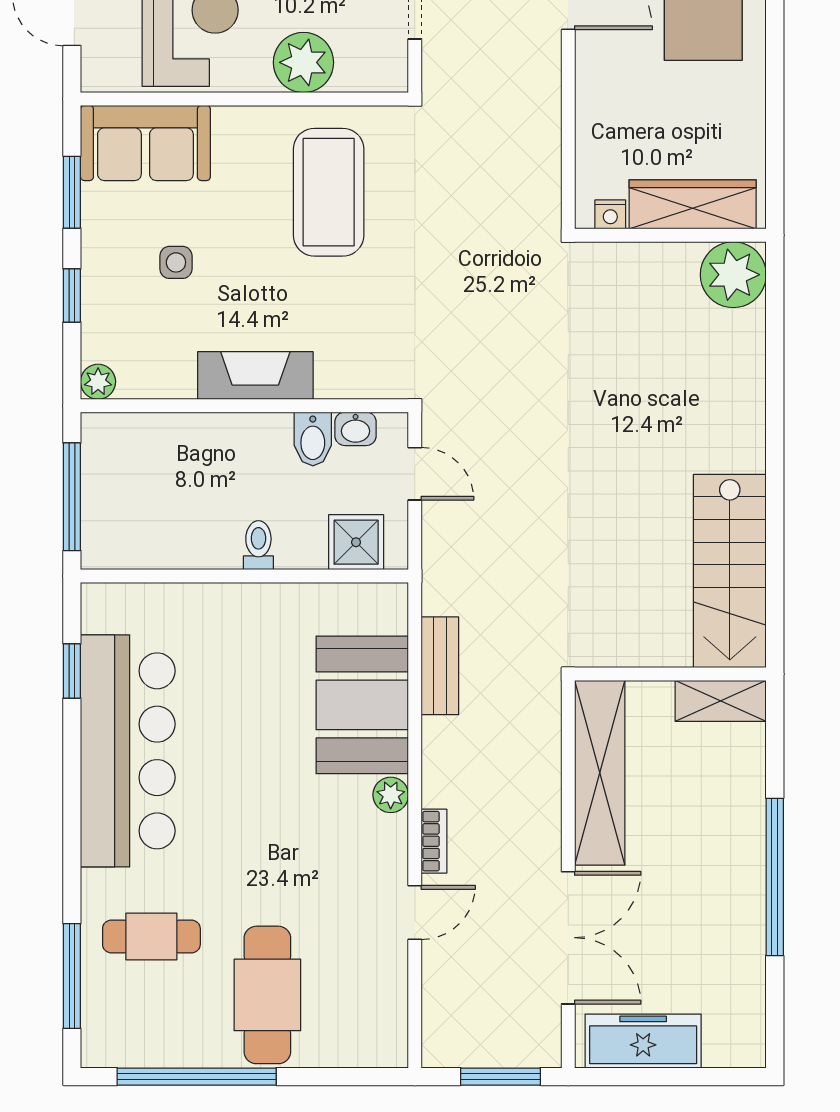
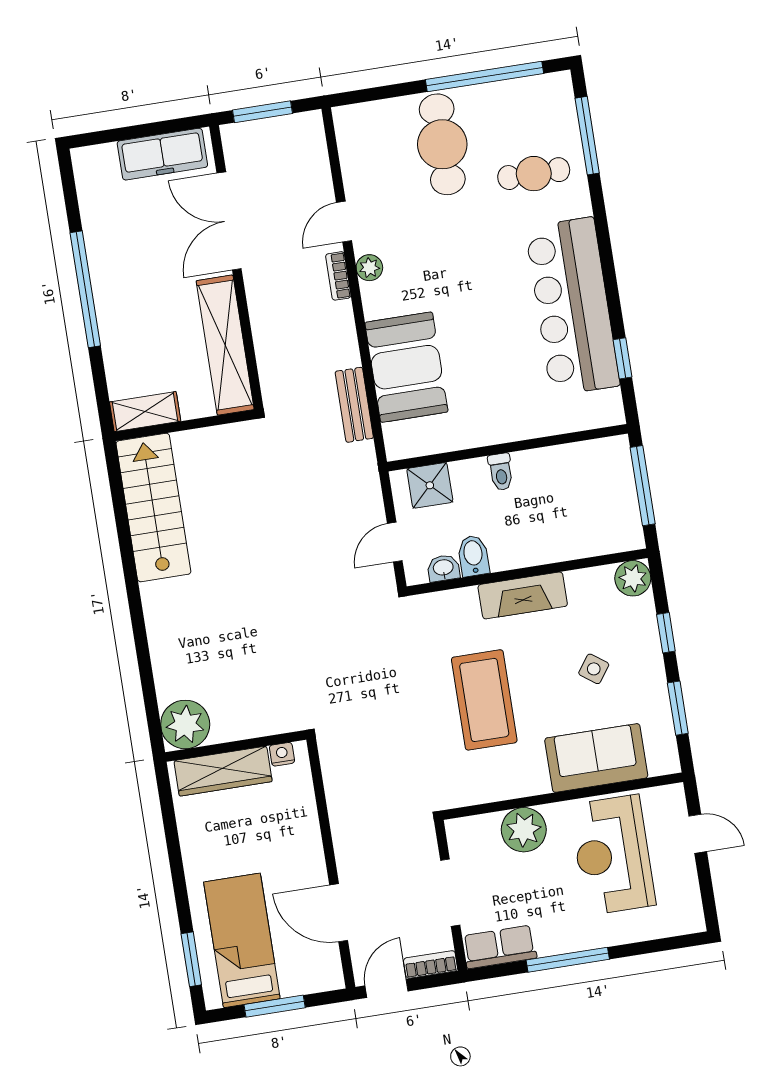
sofa: (145, 143) -> (596, 758), moved
coffee table: (329, 192) -> (484, 700), moved
side table: (176, 262) -> (594, 669), turned 36
plant: (98, 382) -> (633, 578), width x1.38, depth x1.38
door: (415, 474) -> (395, 542), hinge flipped
plant: (391, 795) -> (369, 268), moved

